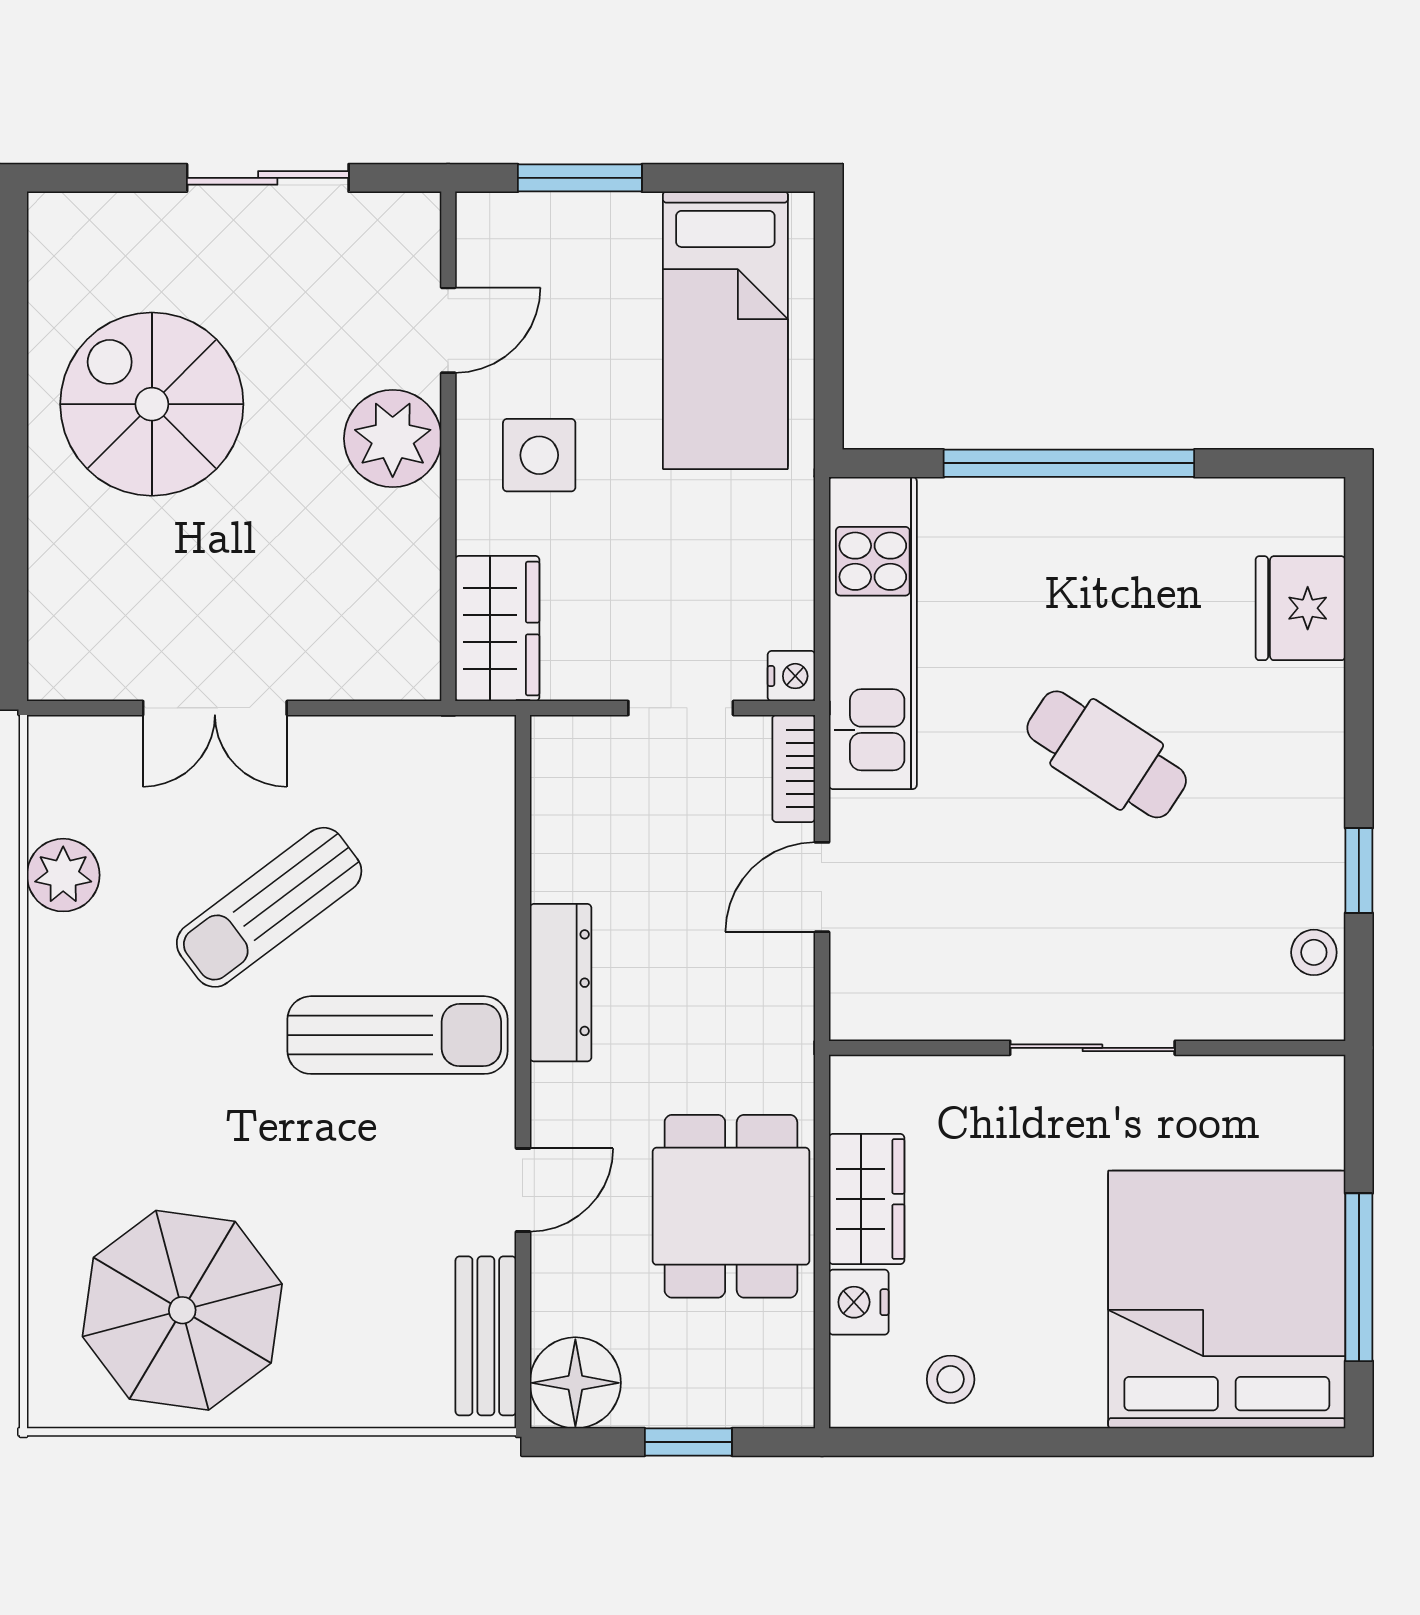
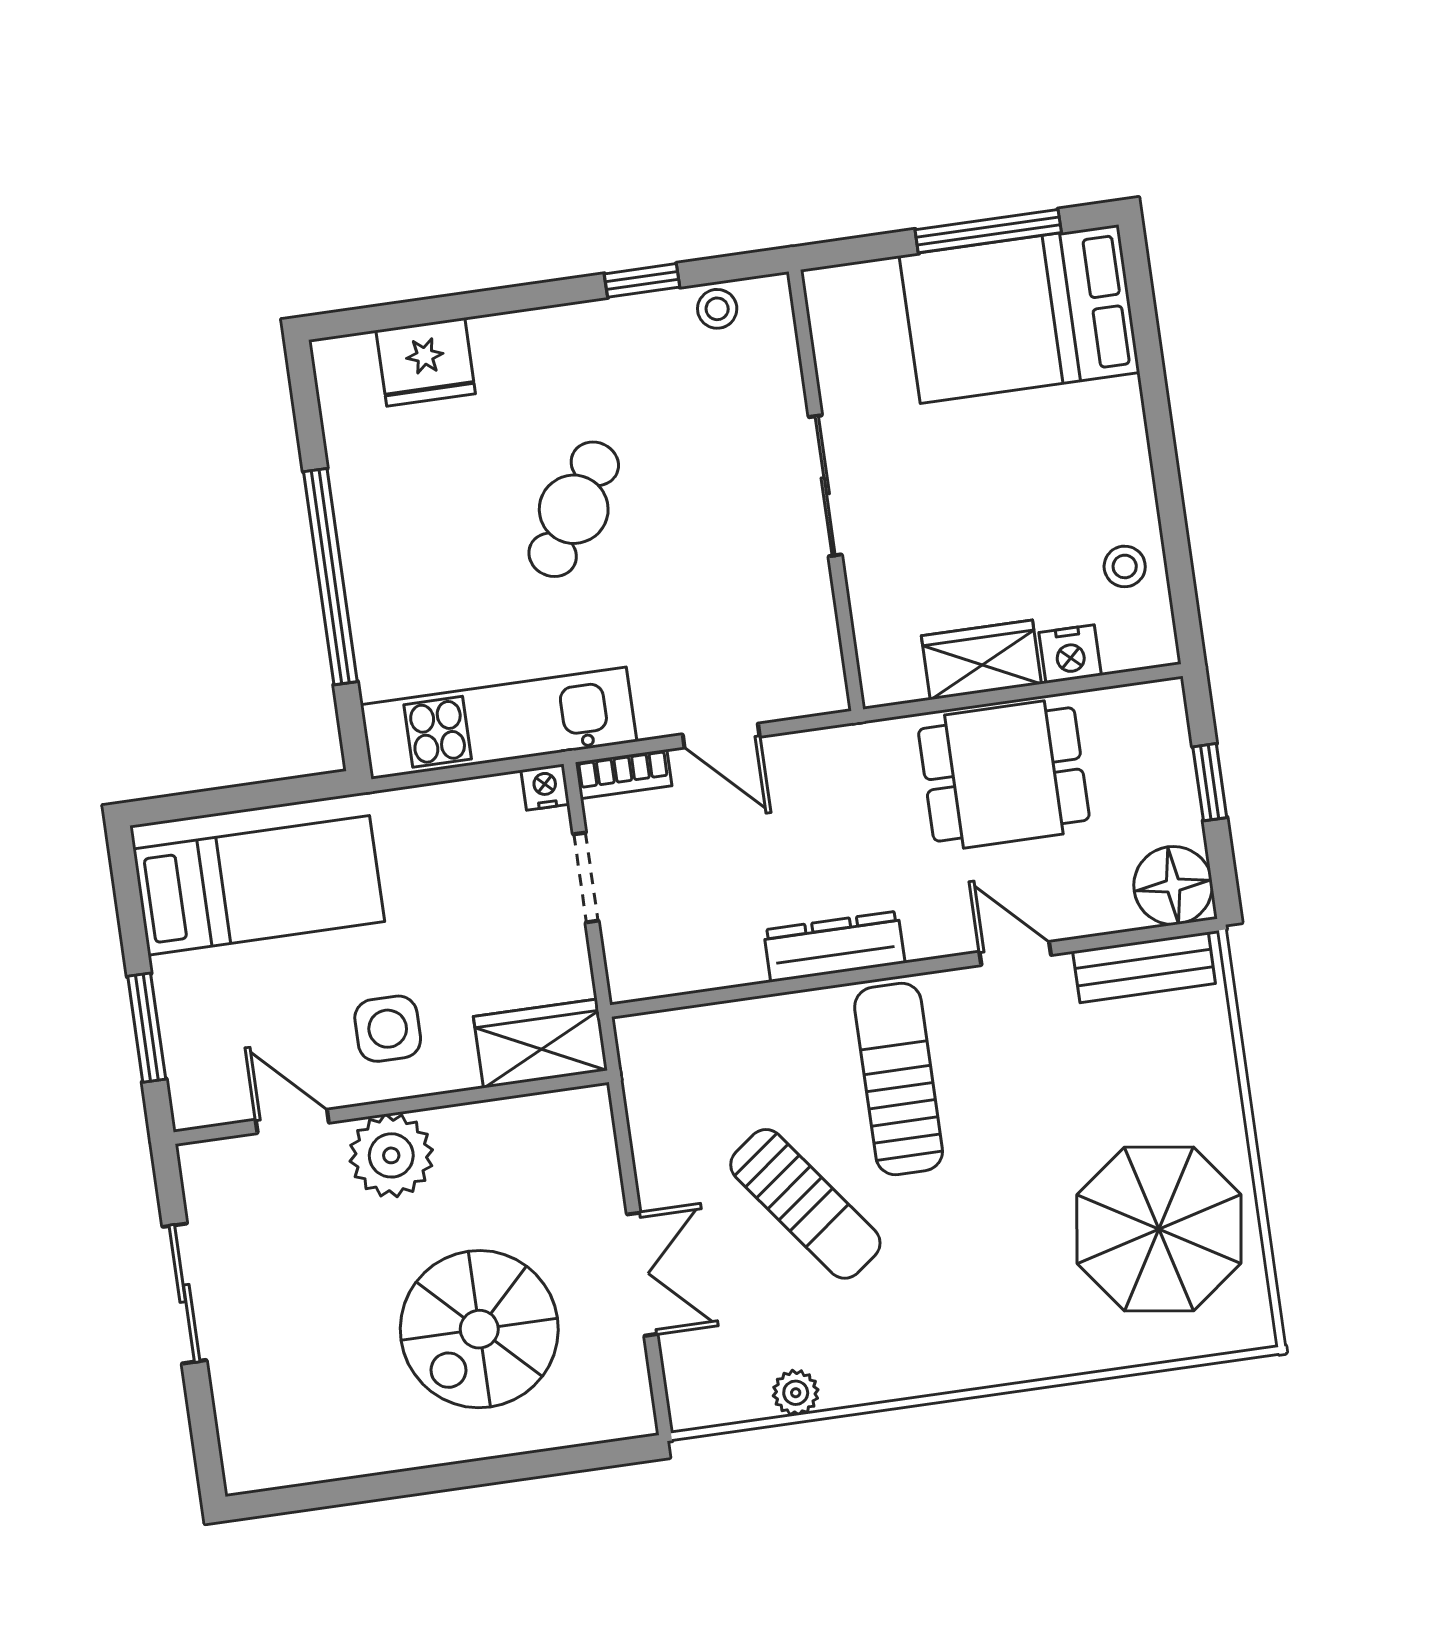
spiral stairs: (152, 404) -> (479, 1329), moved
plant: (63, 875) -> (796, 1393), width x0.73, depth x0.73
bed: (1227, 1300) -> (1019, 314), width x0.73

